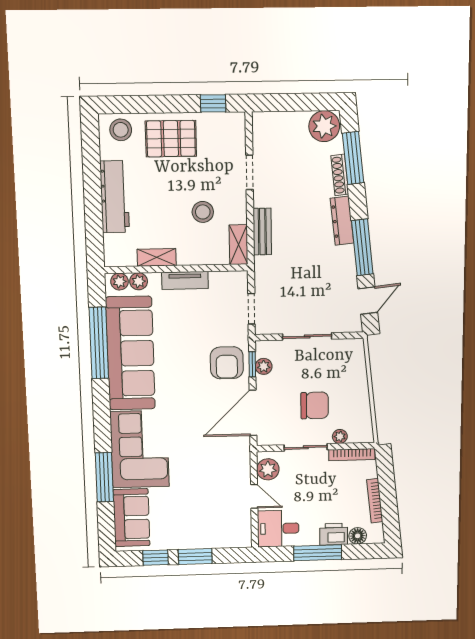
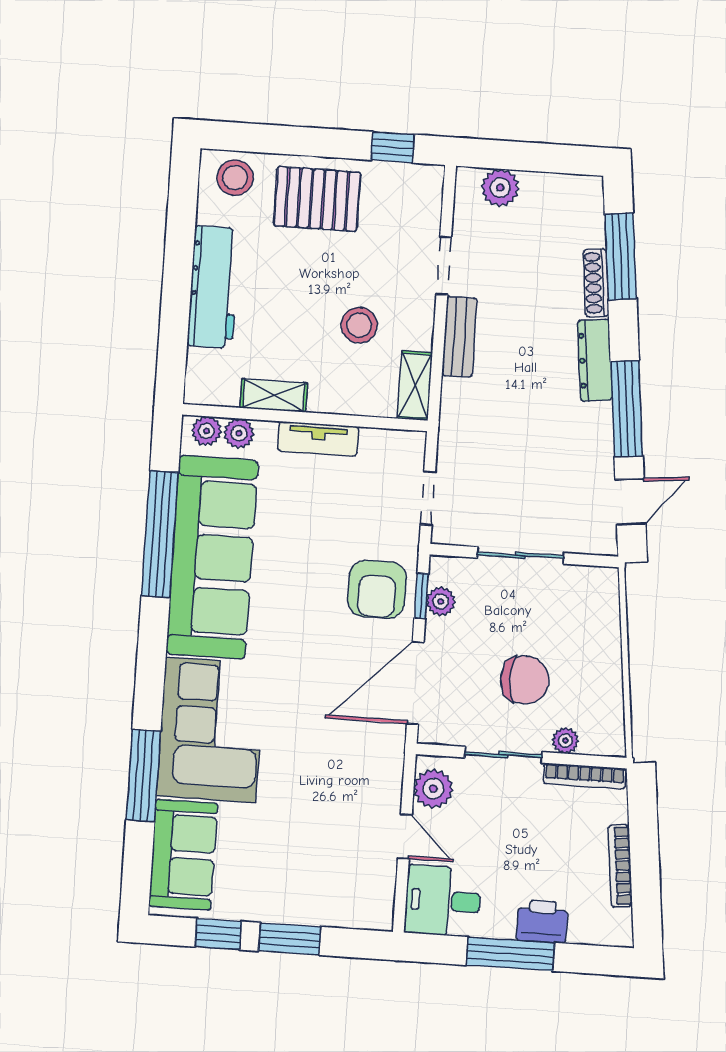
plant: (324, 126) -> (500, 188), moved, width x0.73, depth x0.73
bench: (262, 232) -> (459, 337), moved
floor lamp: (358, 536) -> (585, 929), removed

